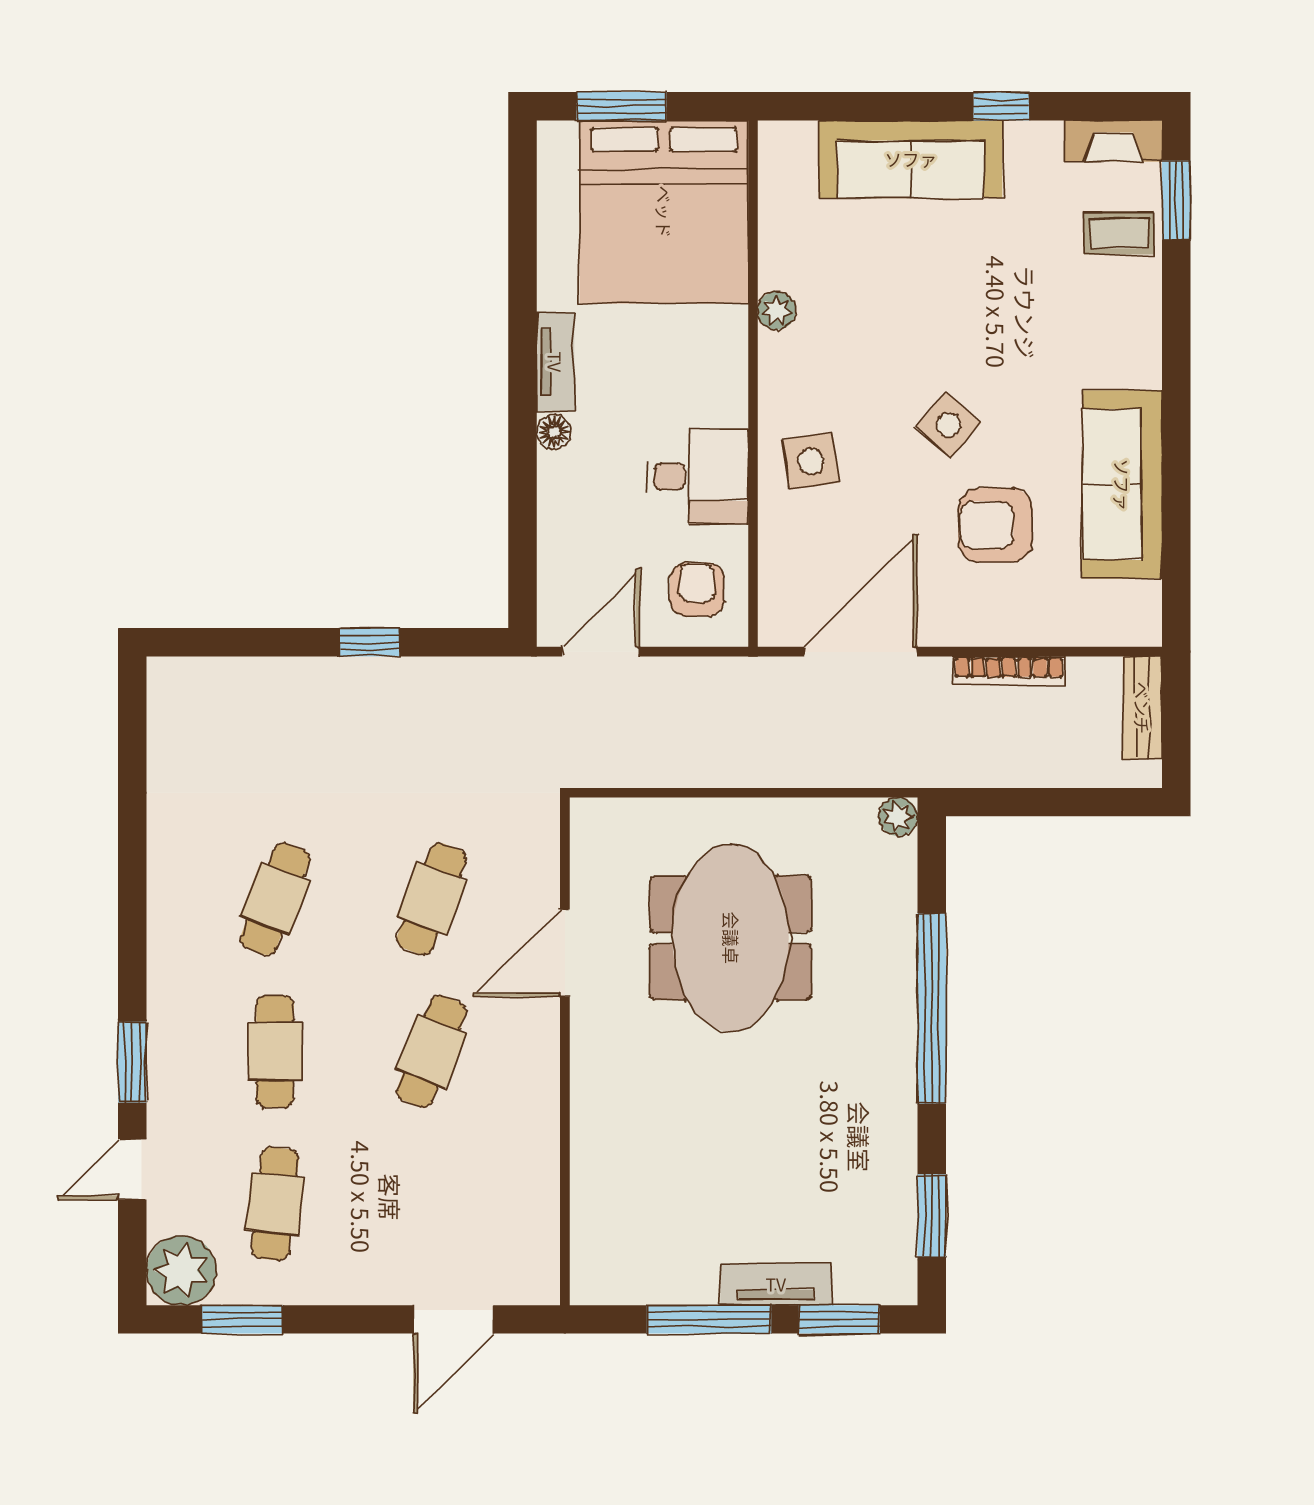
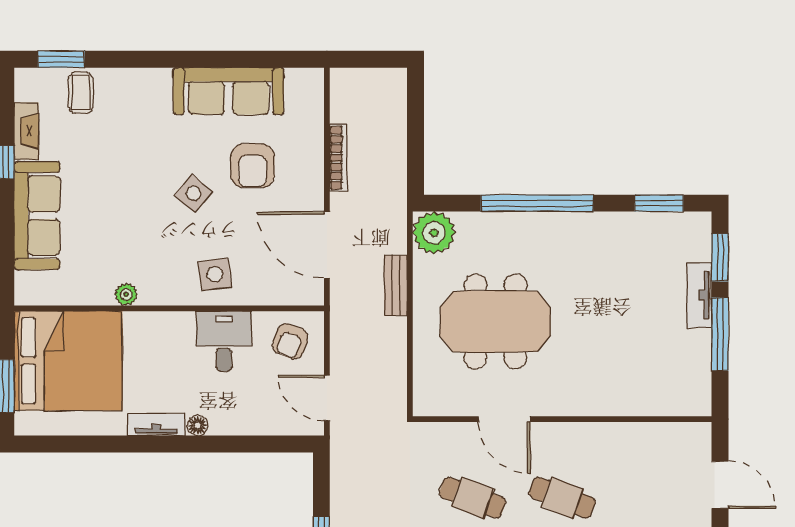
fireplace: (1114, 141) -> (26, 131), moved
armchair: (697, 589) -> (290, 341), turned -69
bench: (1142, 708) -> (396, 285), moved, turned 90
plant: (898, 817) -> (434, 233), width x1.88, depth x1.88

